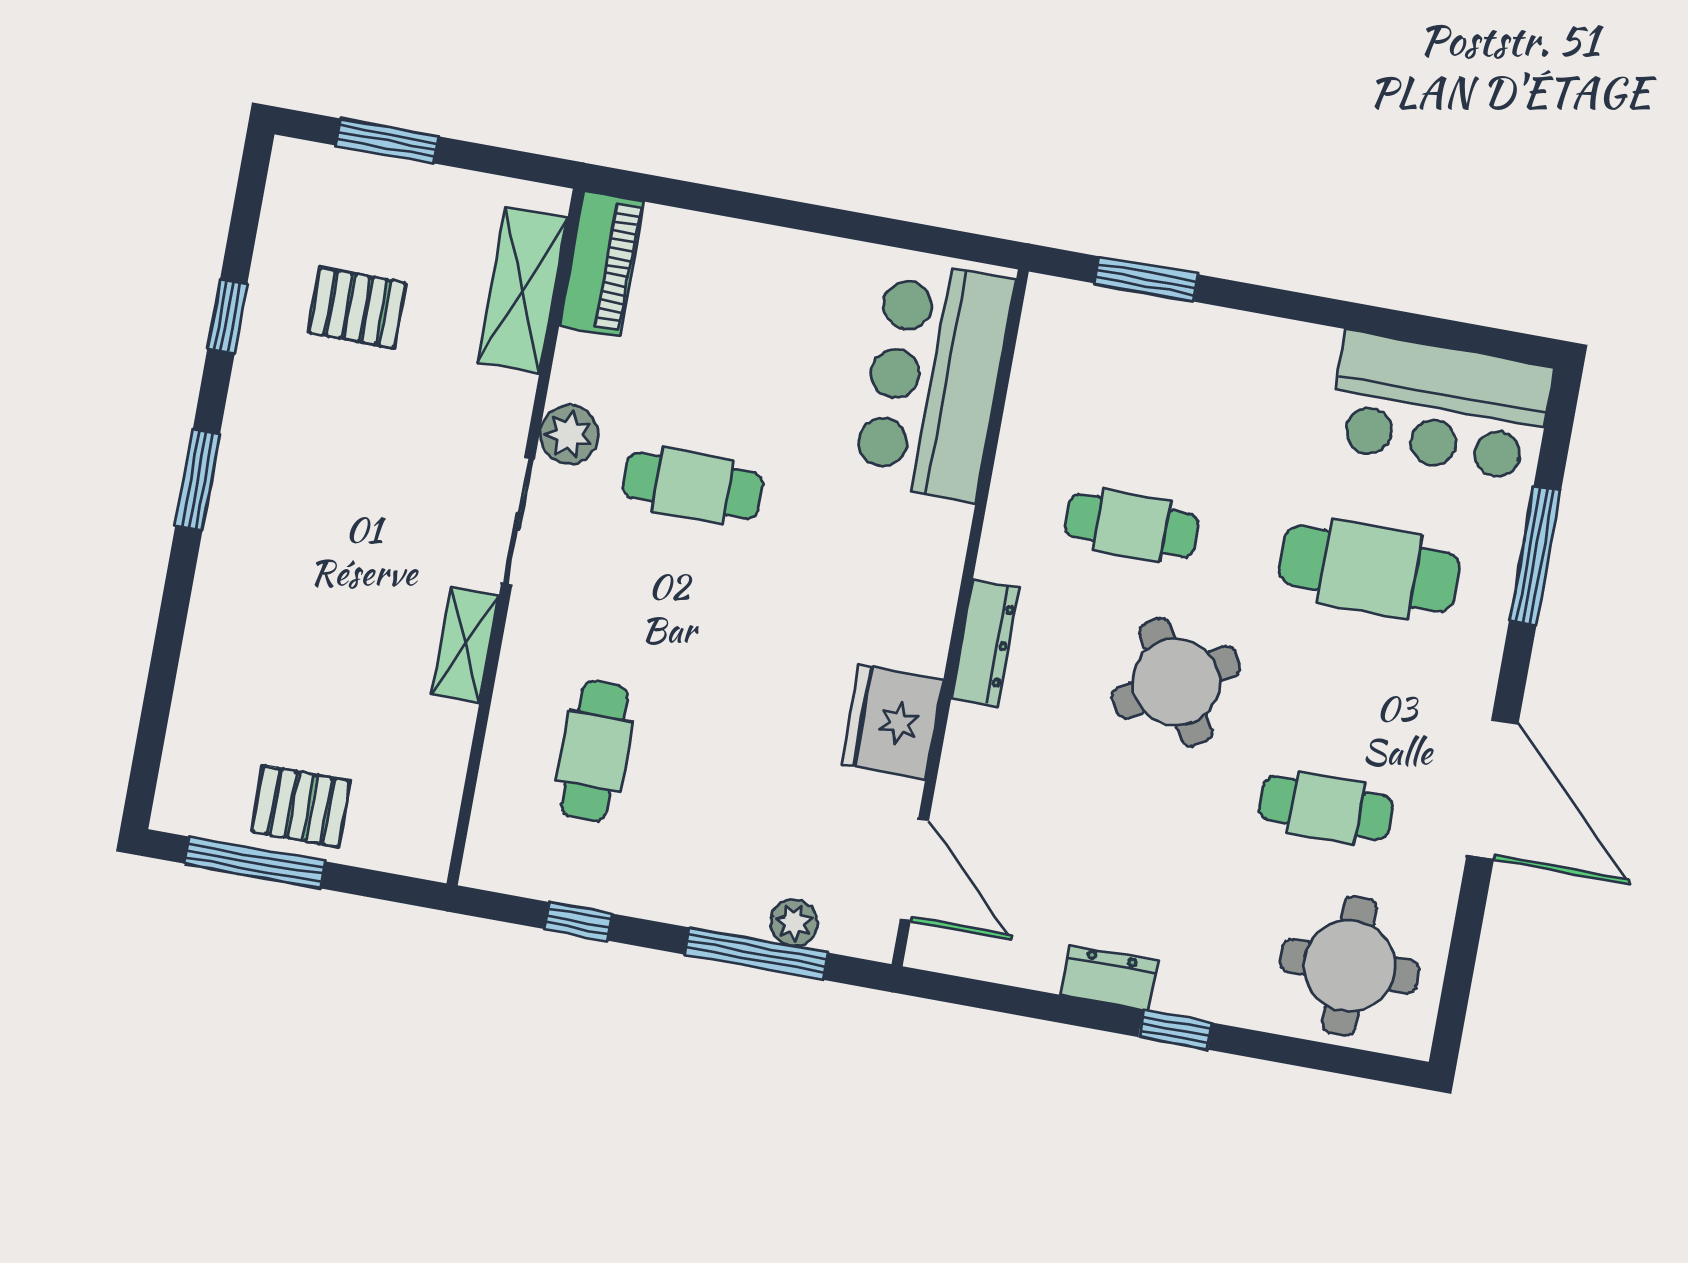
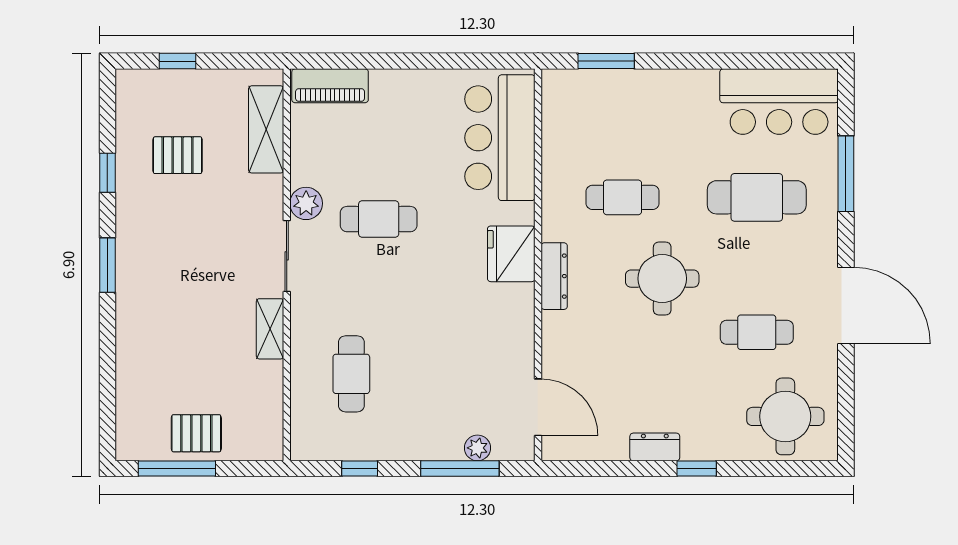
window: (388, 141) -> (178, 61), width x0.67
piano: (602, 264) -> (330, 86), moved, turned 90
round table: (1176, 682) -> (662, 279), turned 32
fridge: (892, 722) -> (511, 254), moved

